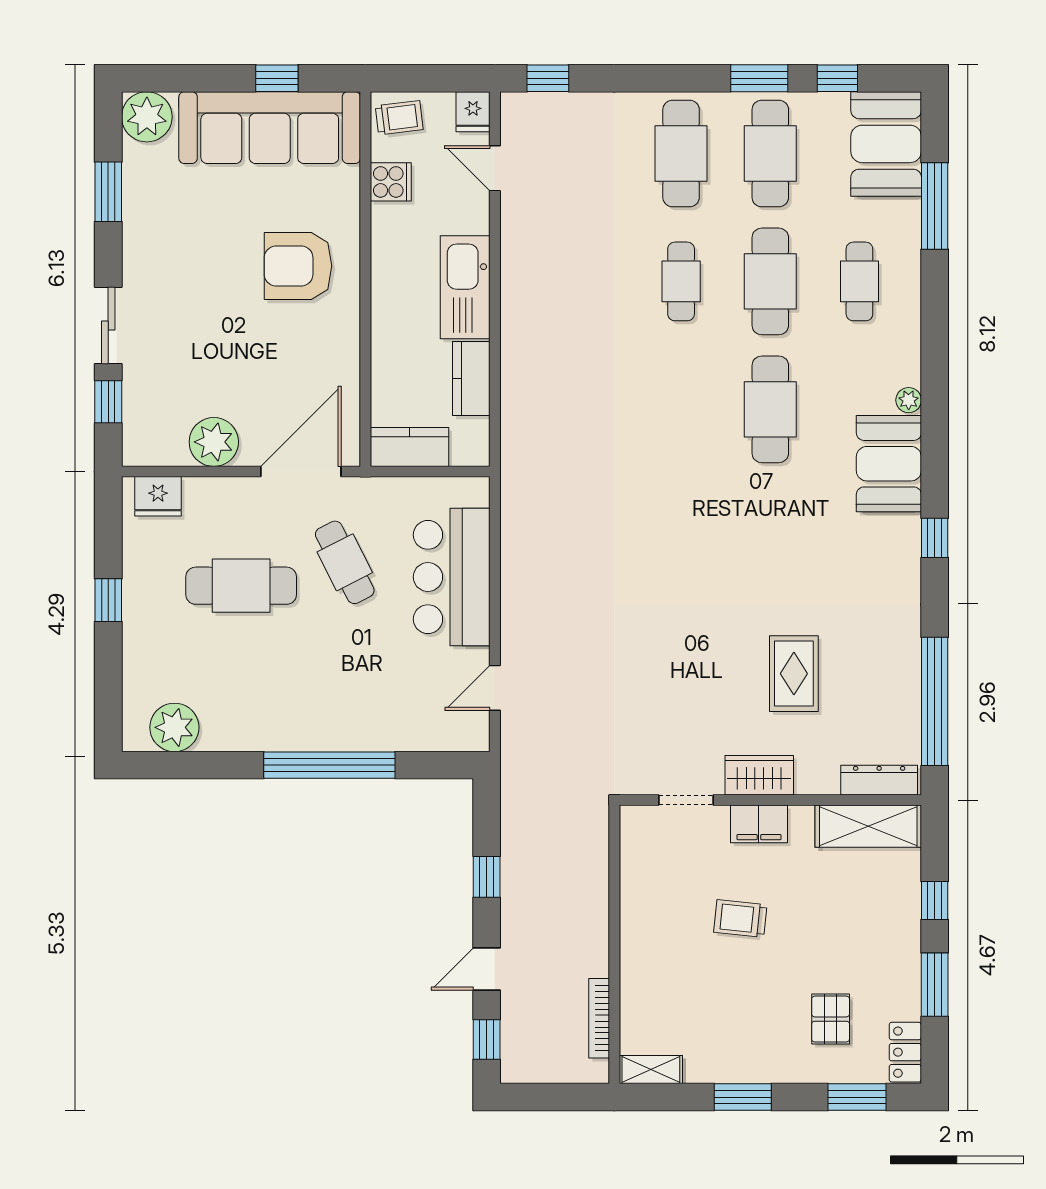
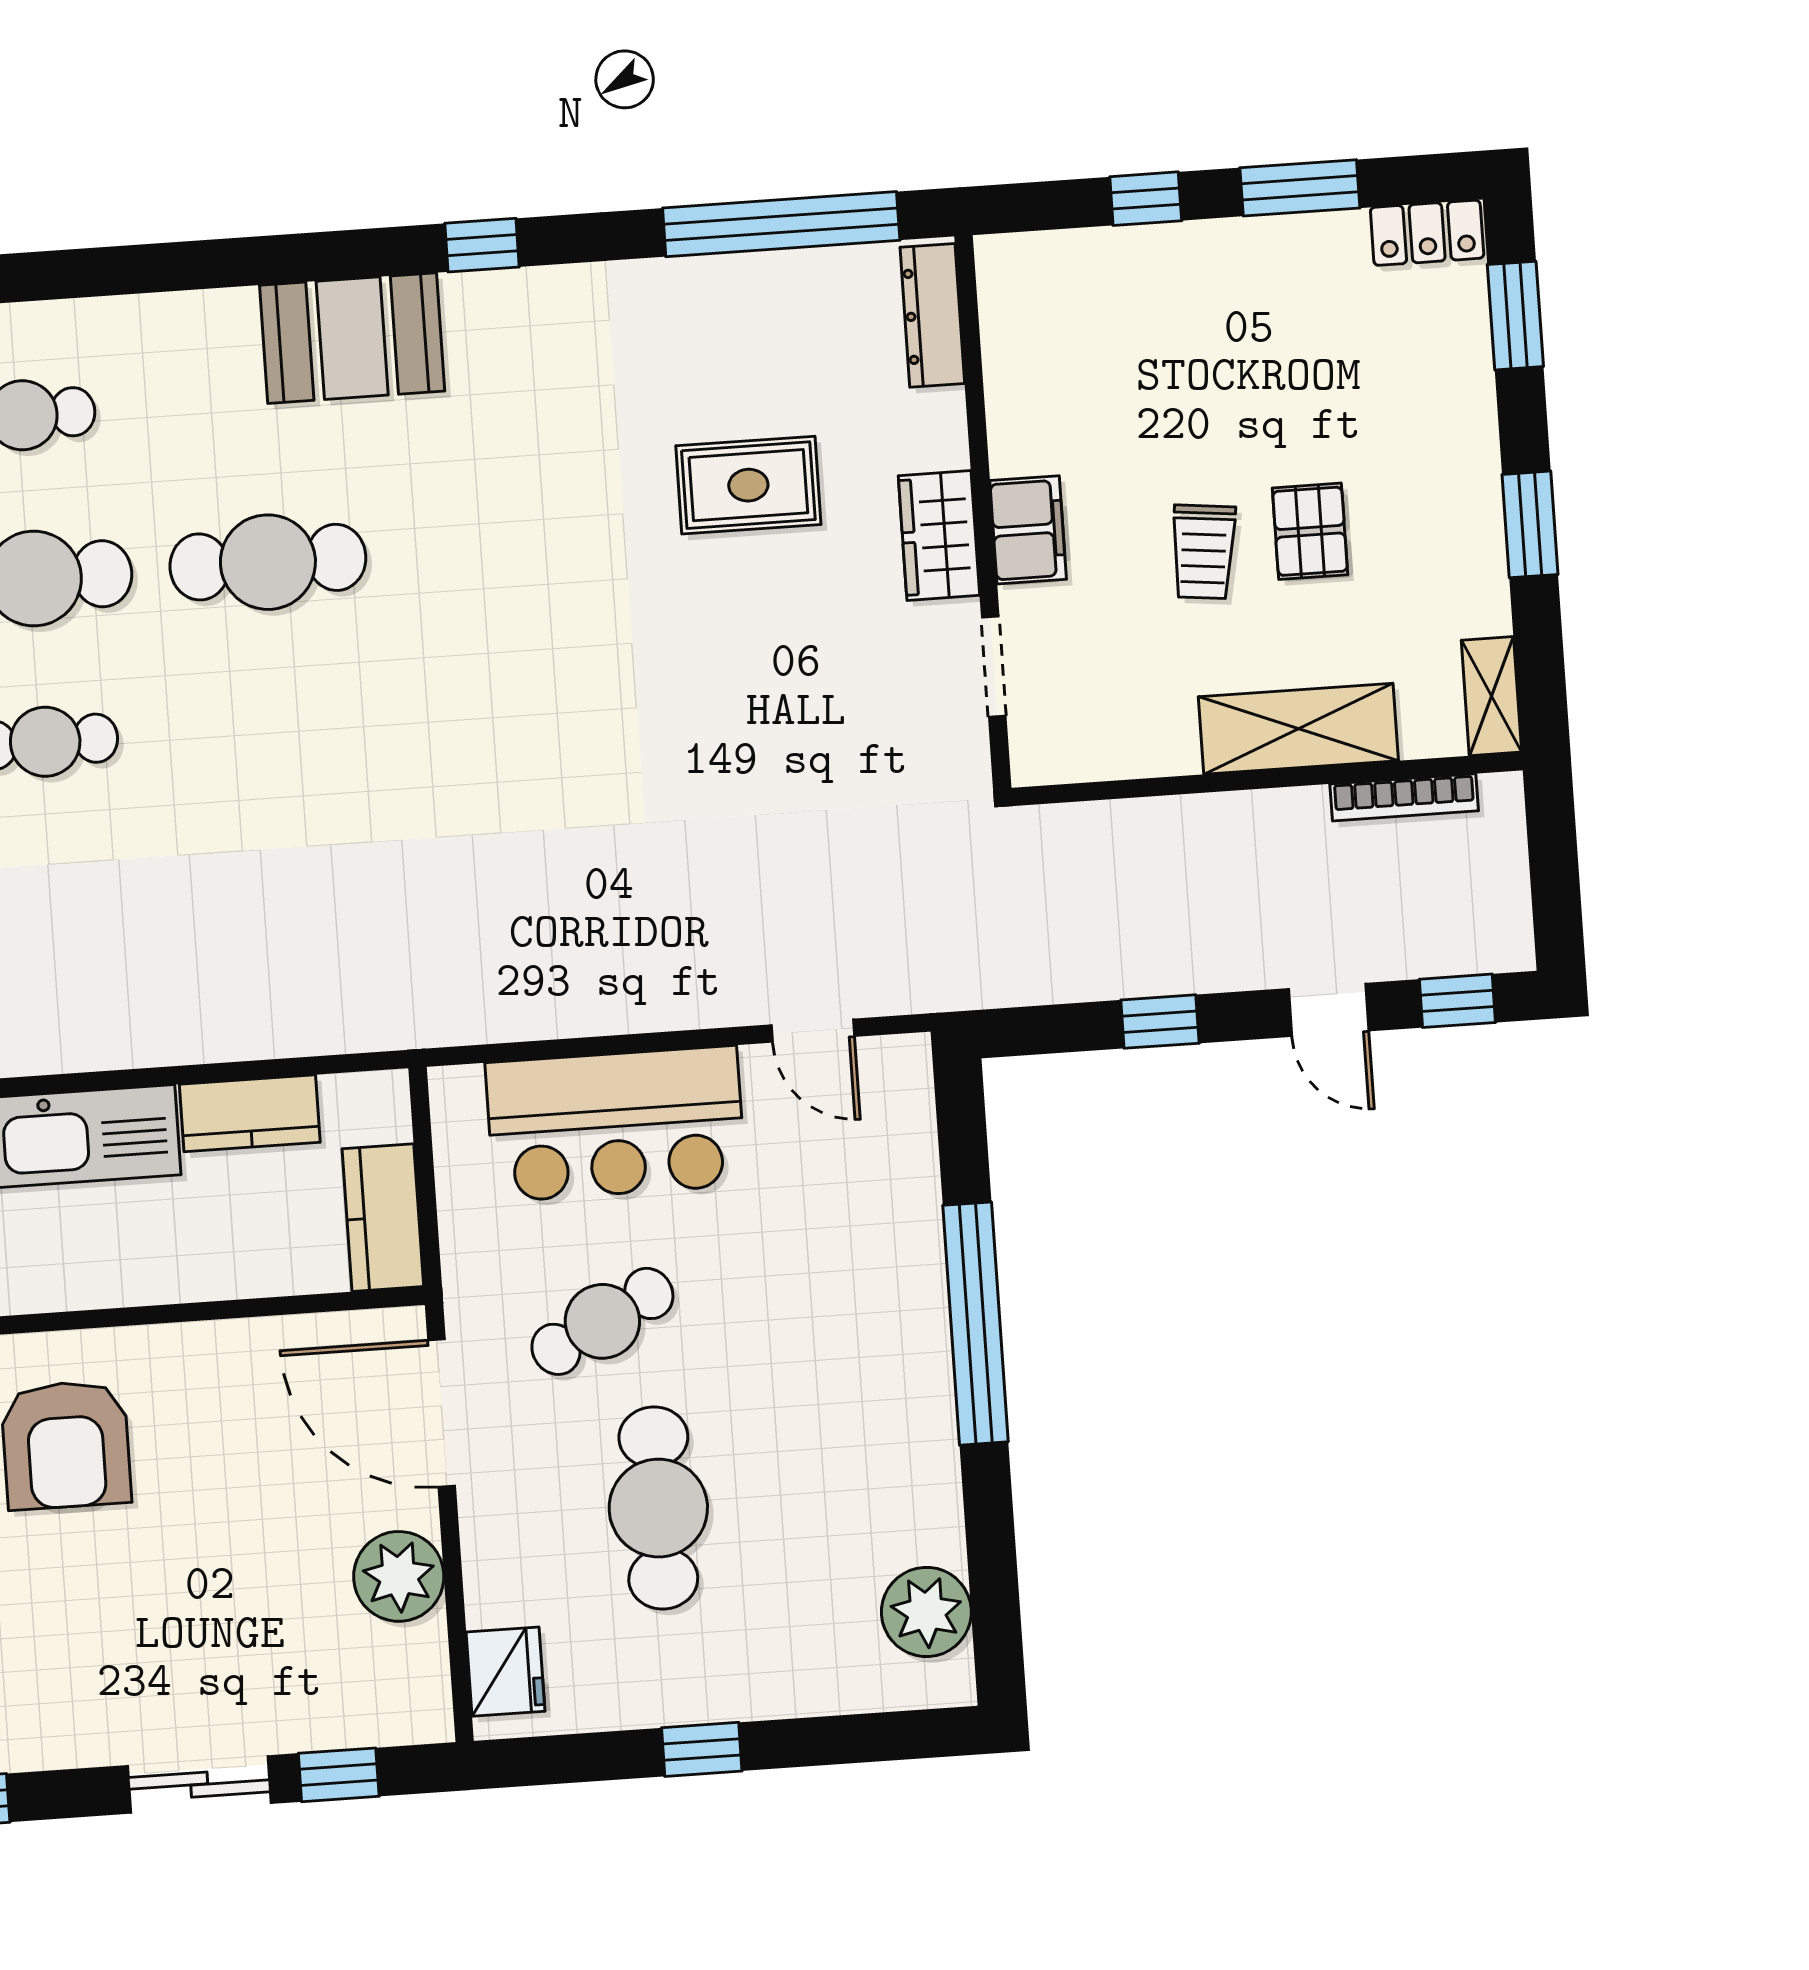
plant: (909, 400) -> (233, 310), removed
shelving: (868, 826) -> (1298, 729), moved, turned 90
pallet: (831, 1019) -> (1310, 531), moved, turned 90

